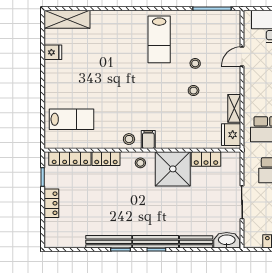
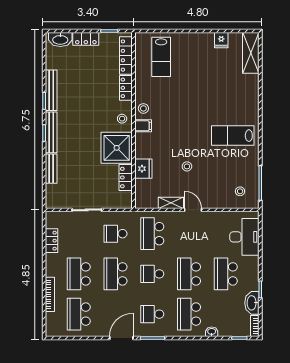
door: (242, 57) -> (193, 210), moved
stool: (195, 63) -> (240, 191), moved
fridge: (231, 135) -> (143, 169), moved, turned 90
washbasin: (227, 240) -> (60, 39), moved, turned 90

